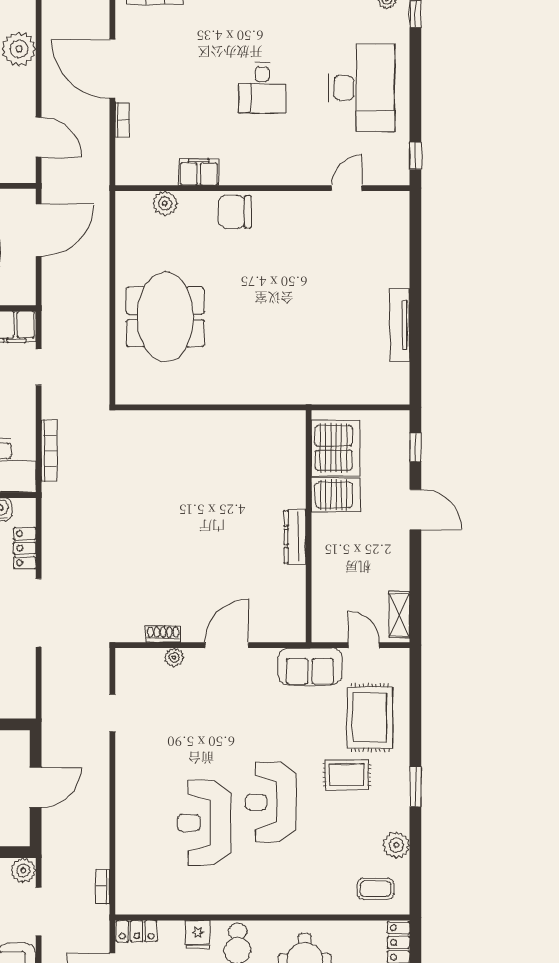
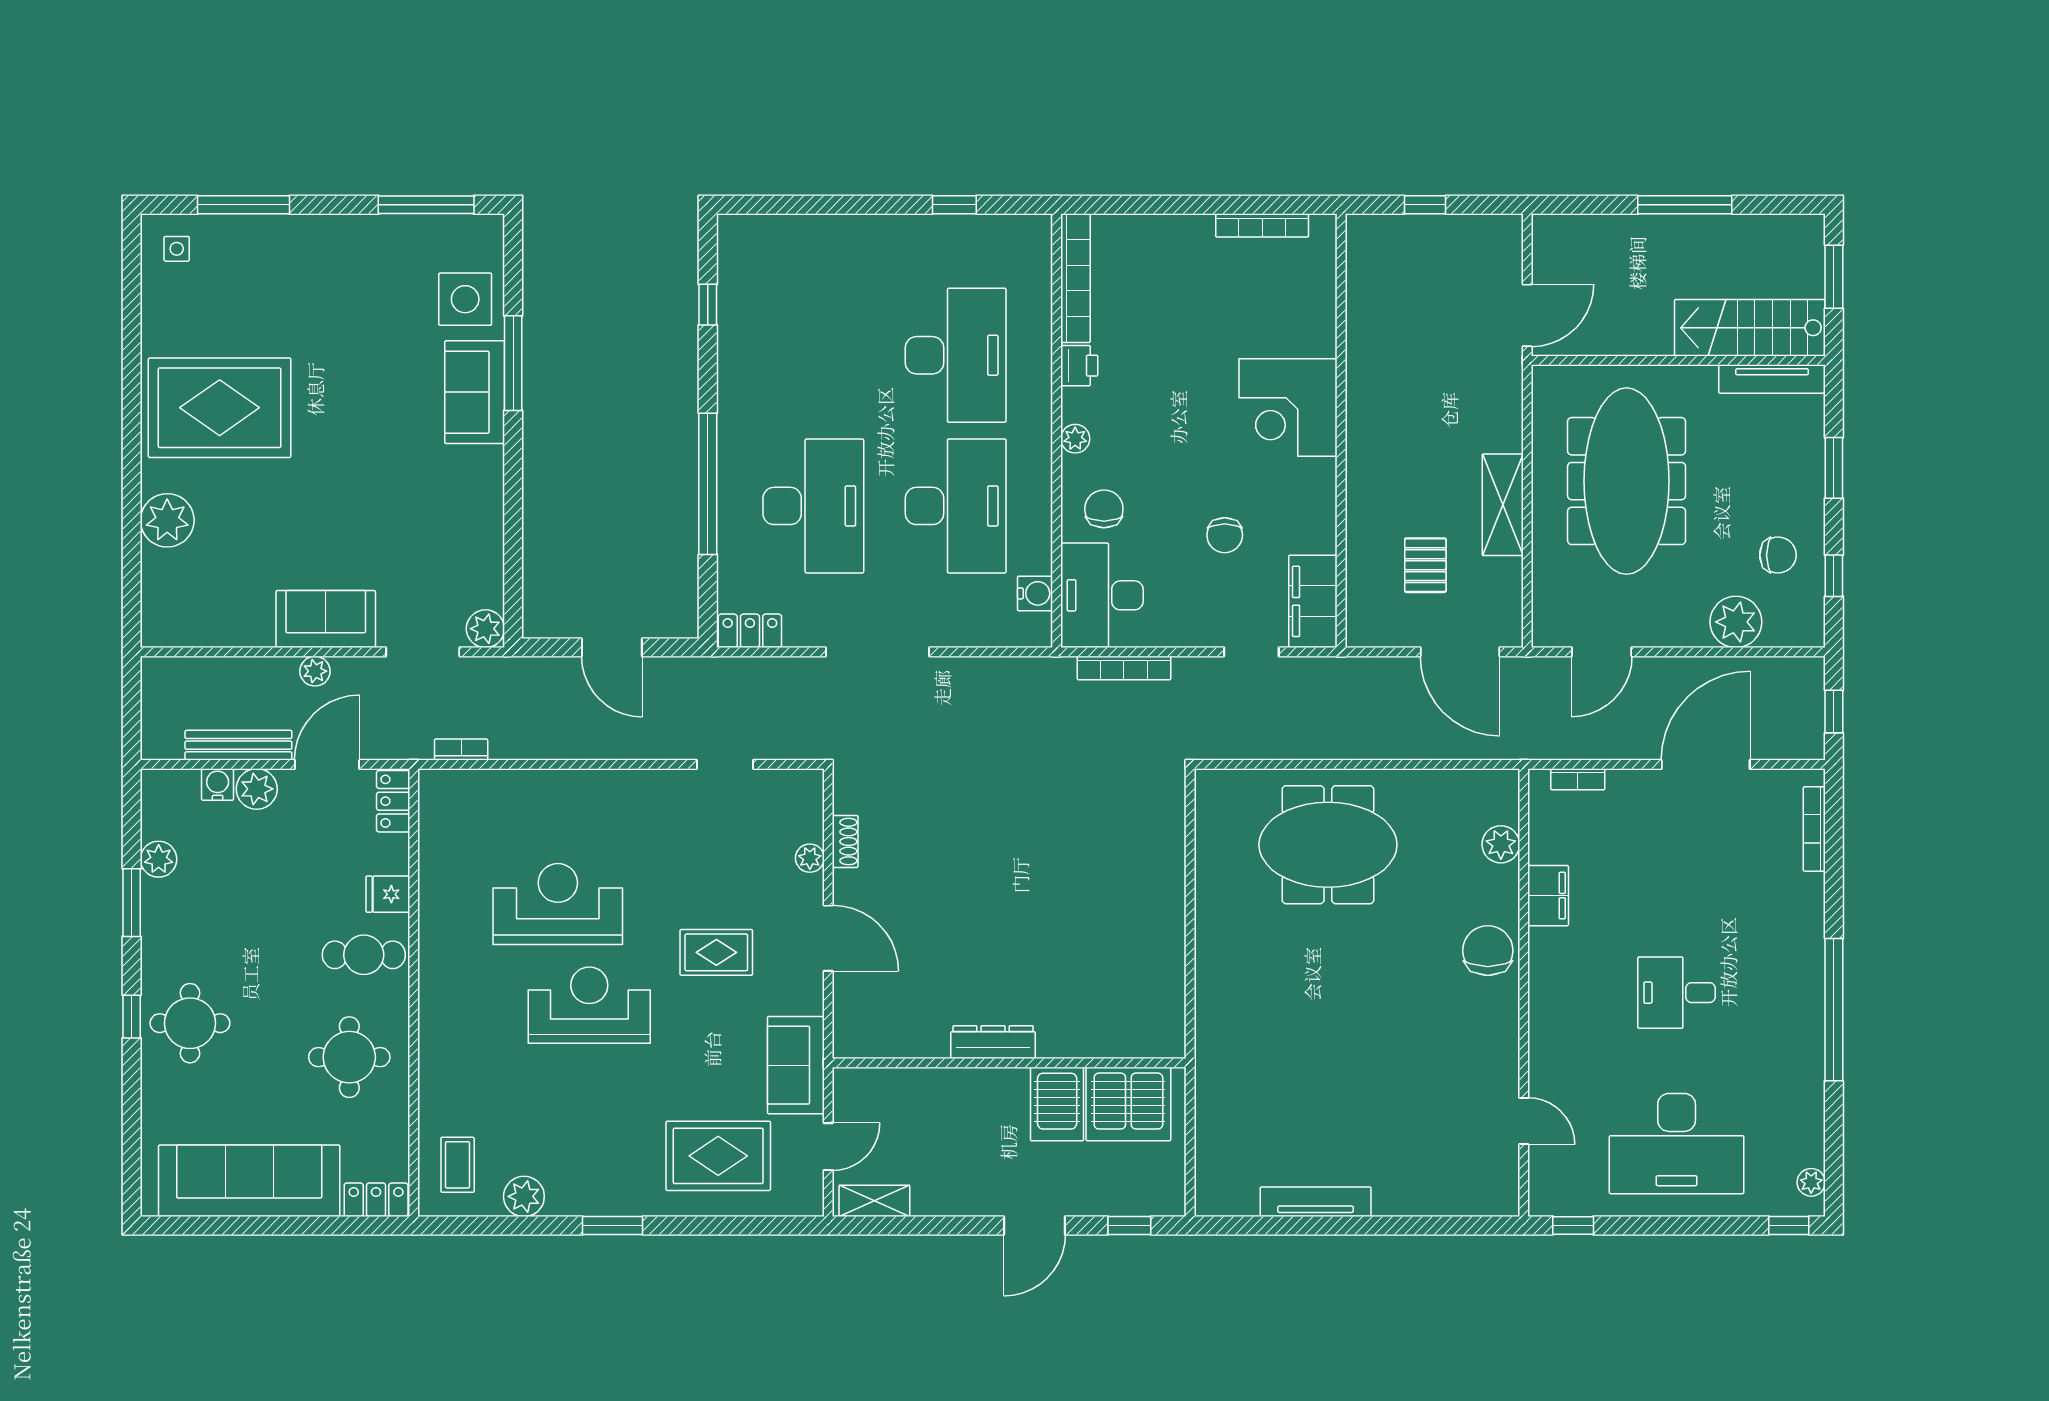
bookcase: (122, 120) -> (1578, 779), moved
locker: (25, 548) -> (750, 631), moved
rug: (347, 775) -> (716, 952), moved, turned 90

